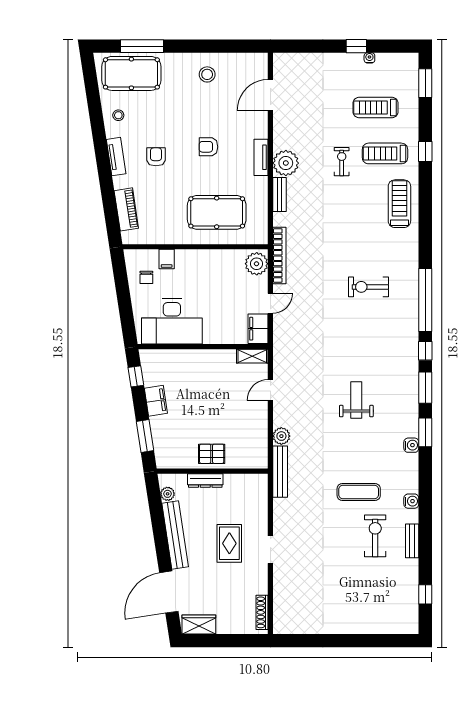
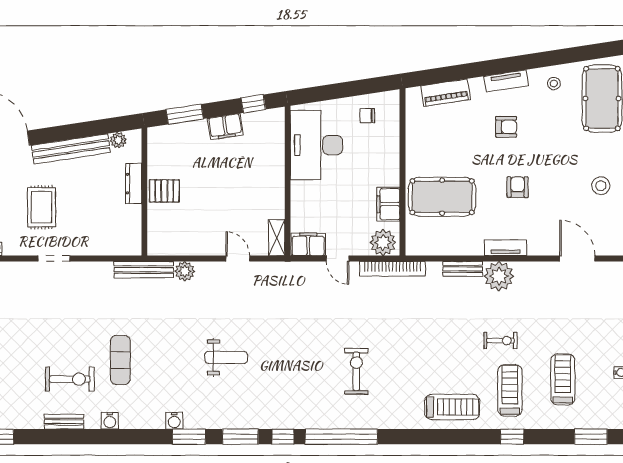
pool table: (217, 212) -> (442, 197), turned 90
filing cabinet: (167, 259) -> (388, 204), moved, width x2.00
pallet: (212, 454) -> (164, 191), turned 90
rug: (229, 543) -> (42, 207), moved, turned 90

